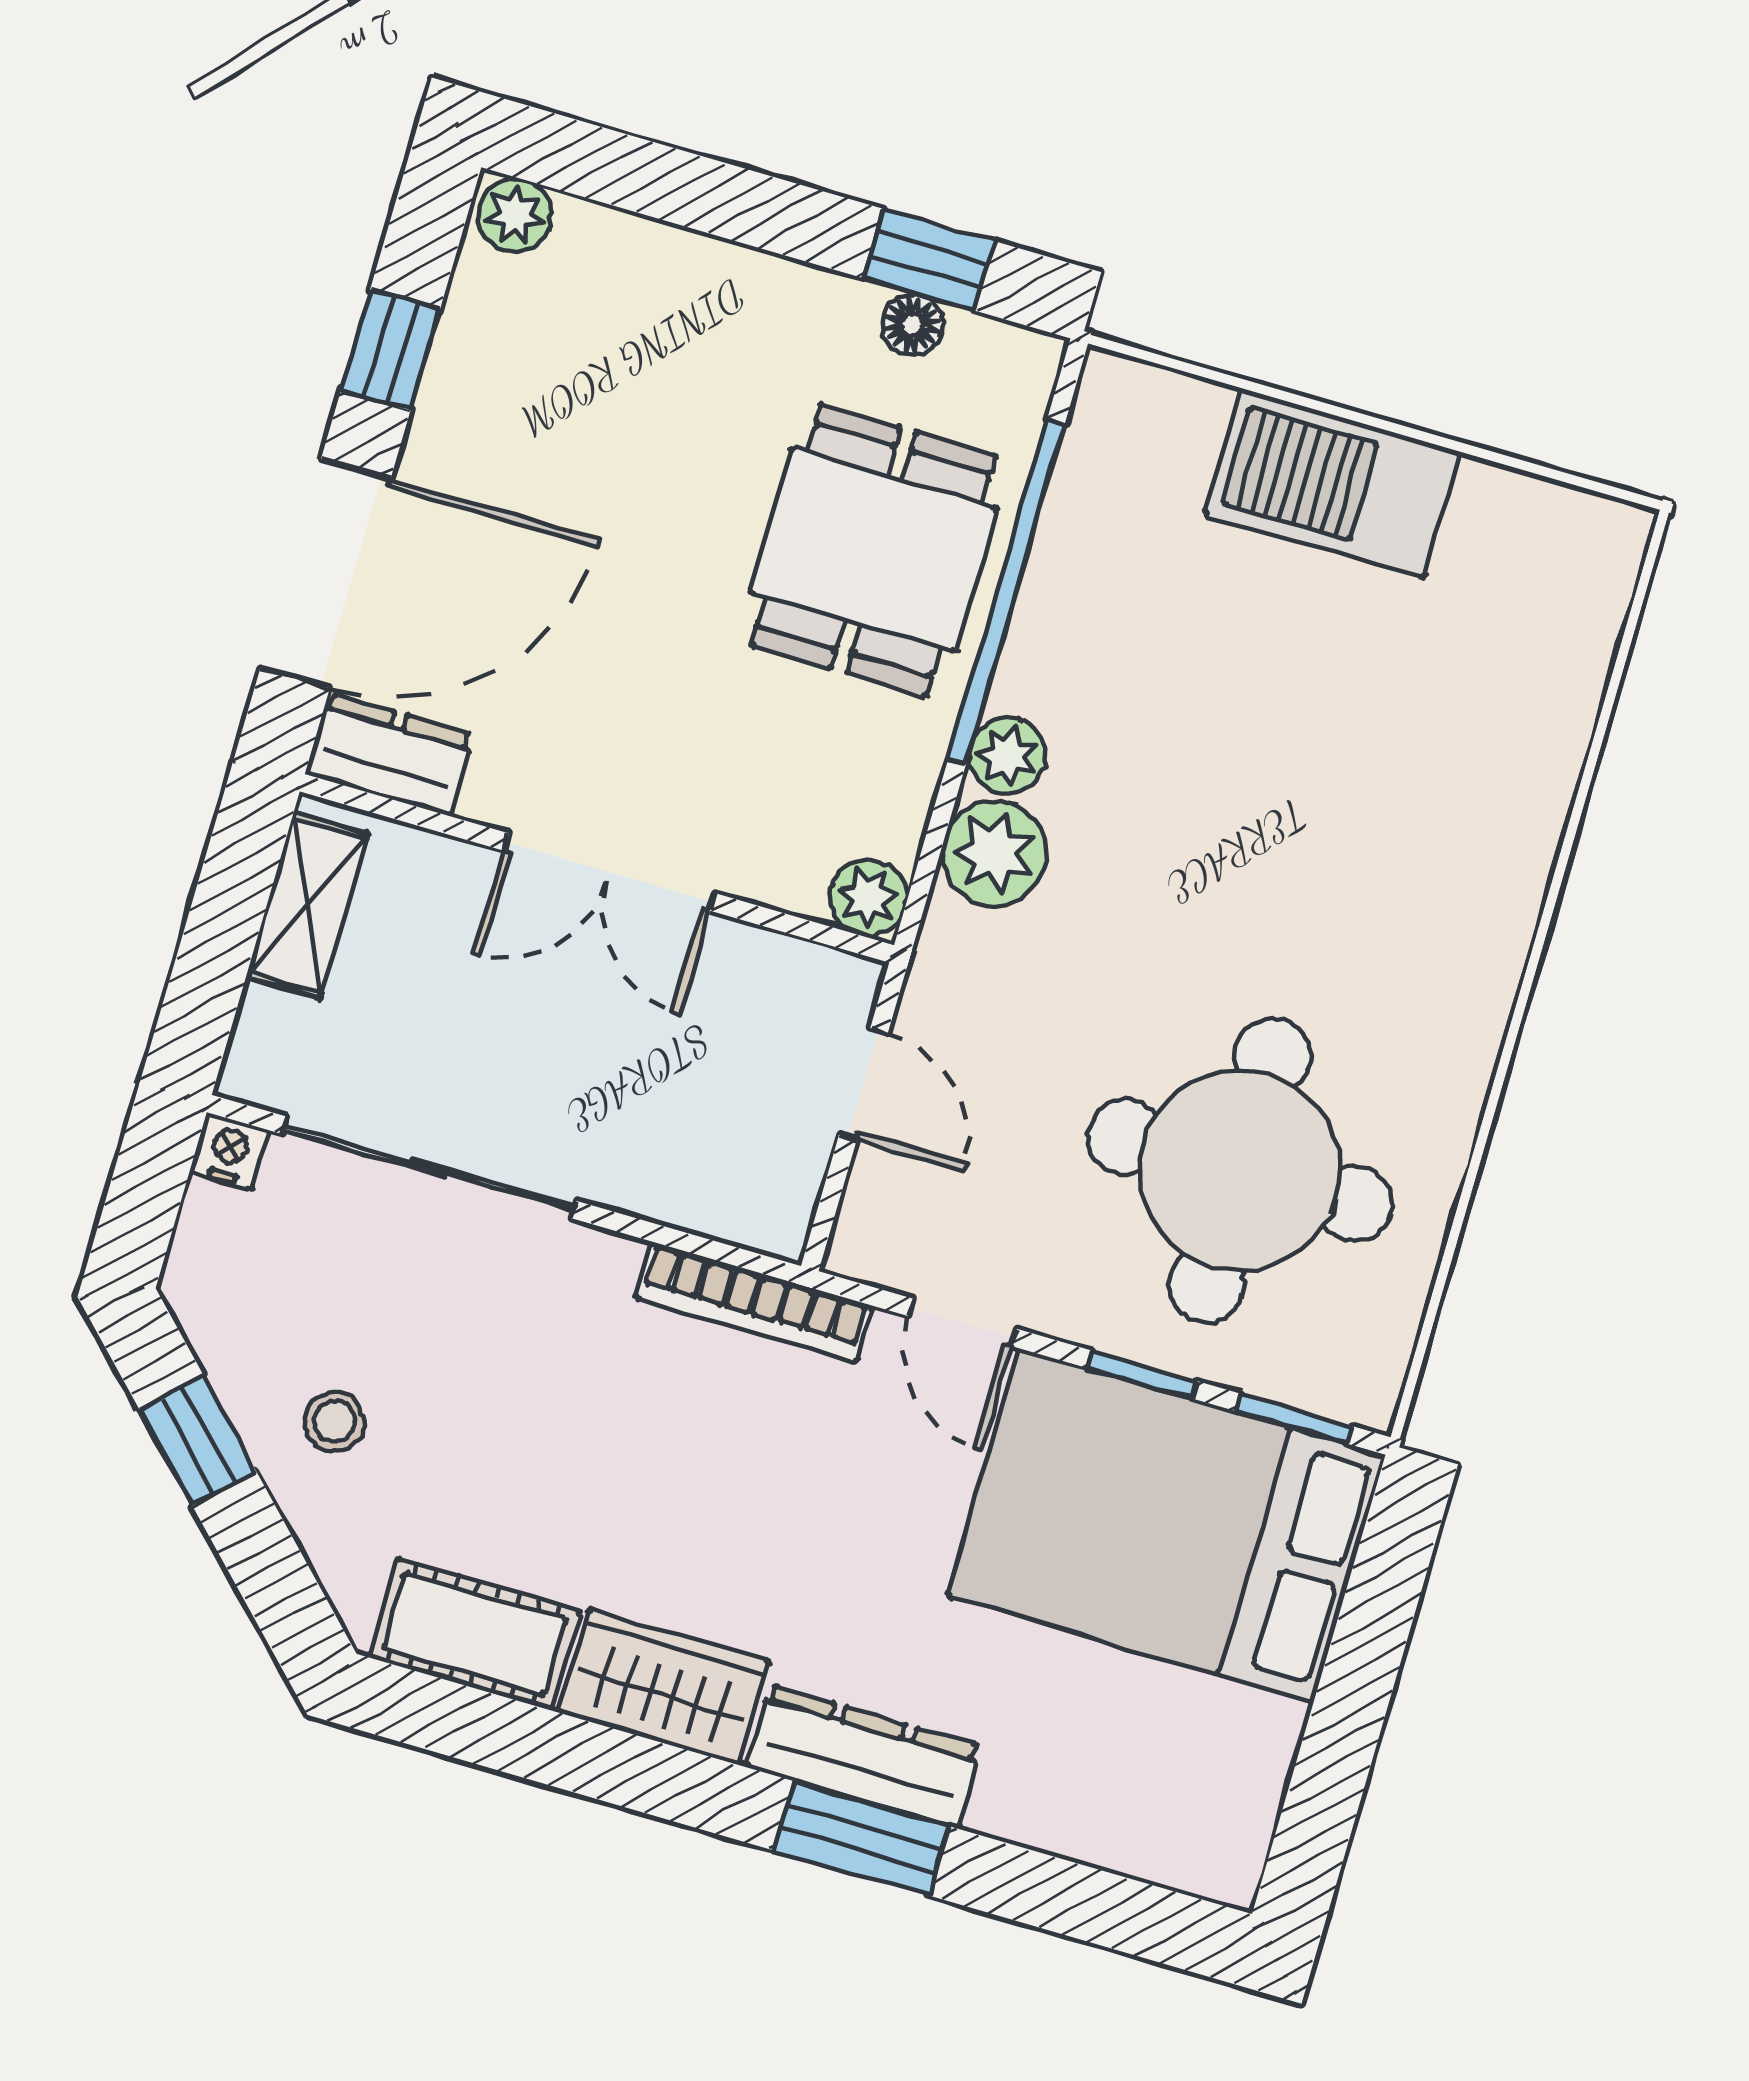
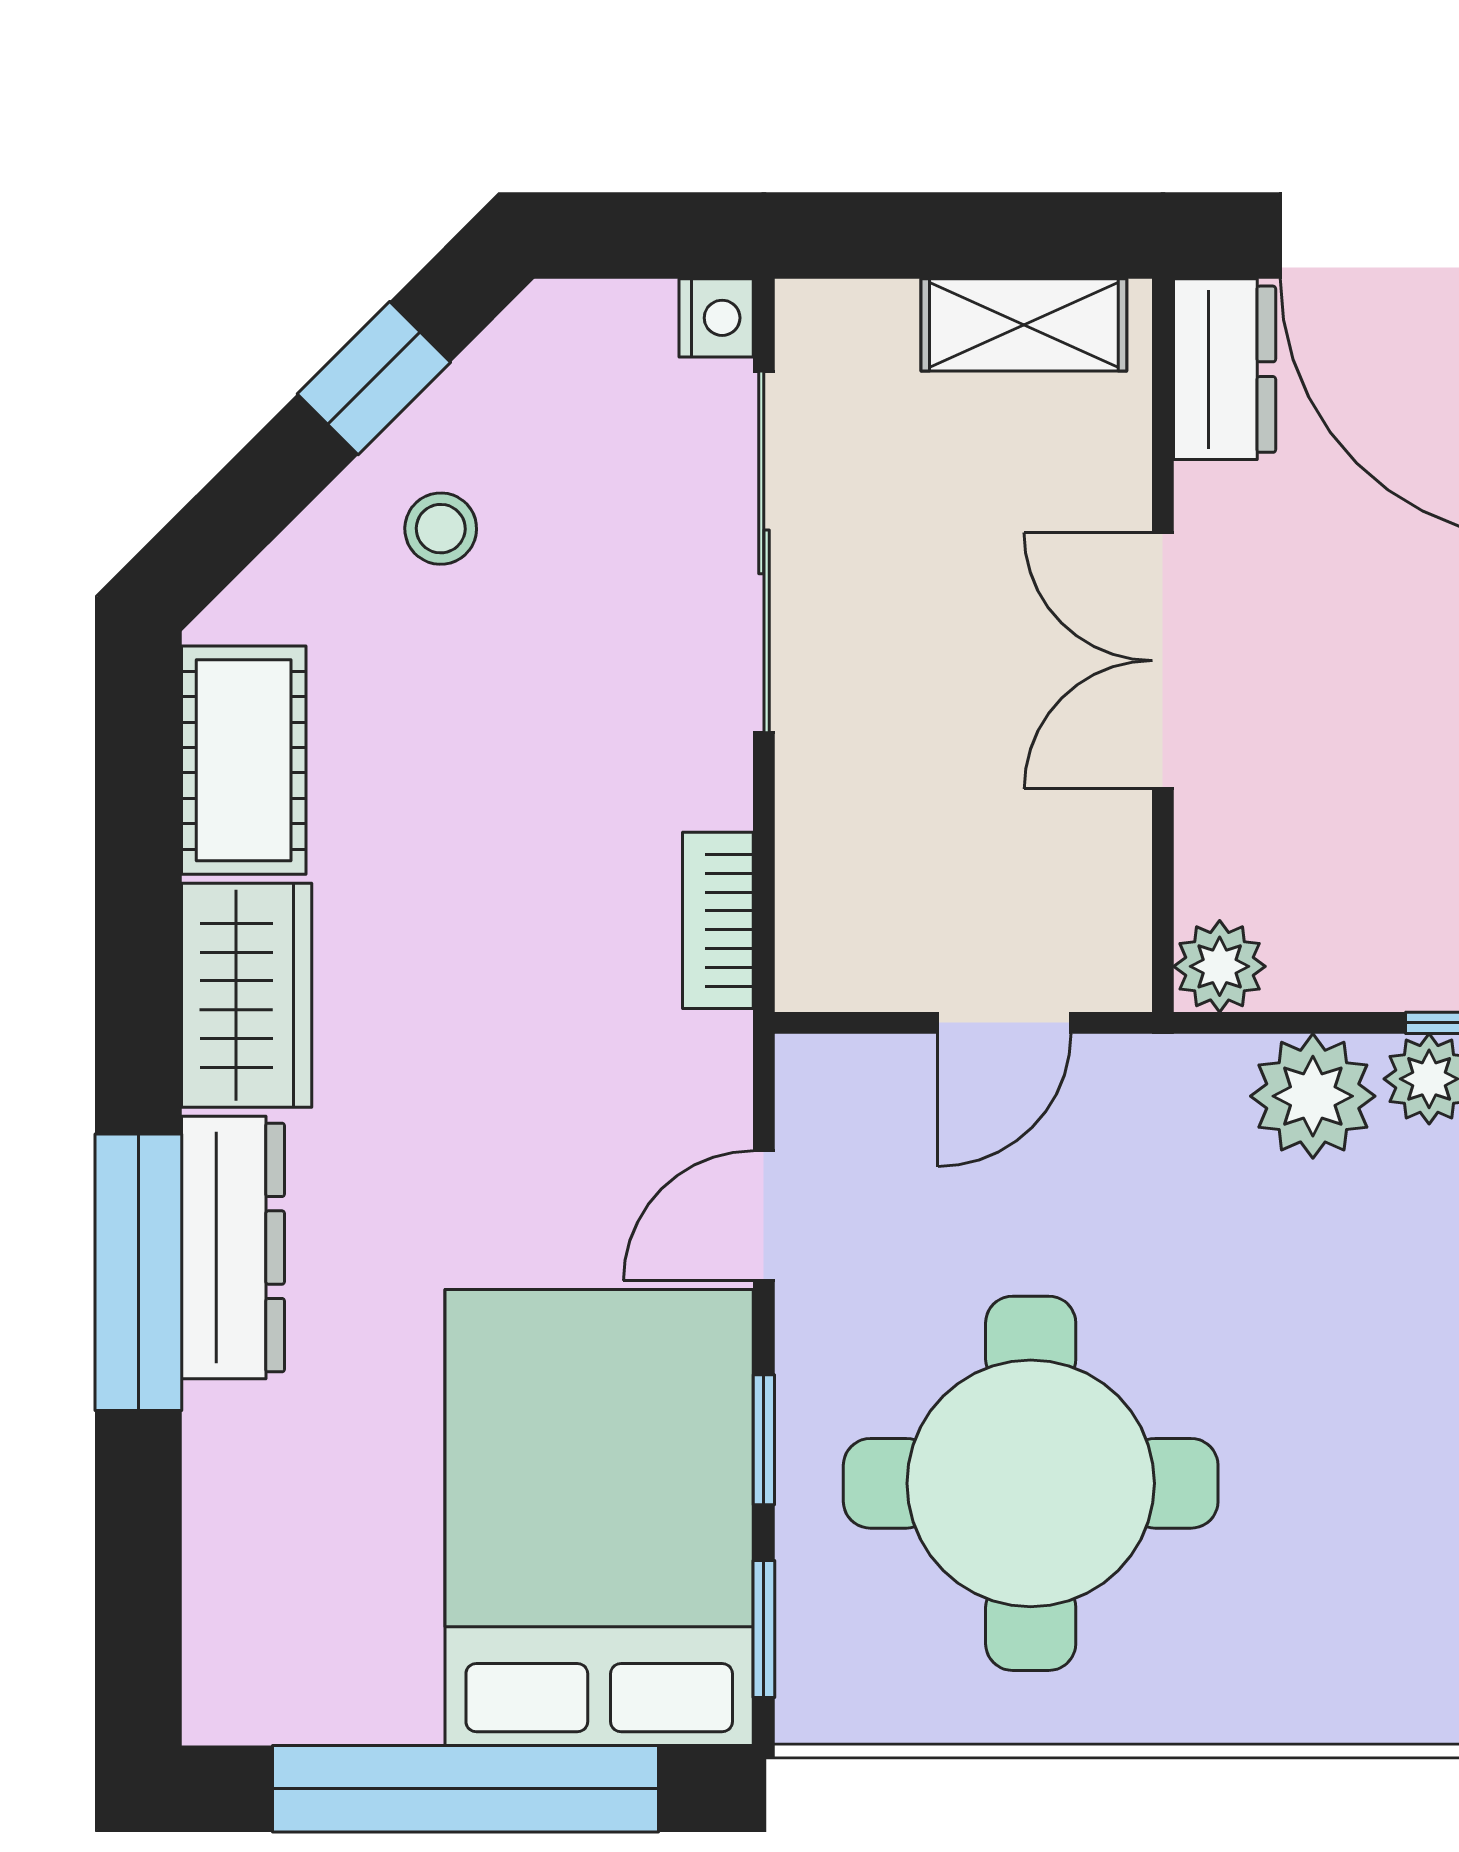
bookcase: (754, 1302) -> (718, 920), width x0.64
window: (1353, 1696) -> (465, 1789), added
window: (862, 1838) -> (138, 1272), width x1.44

